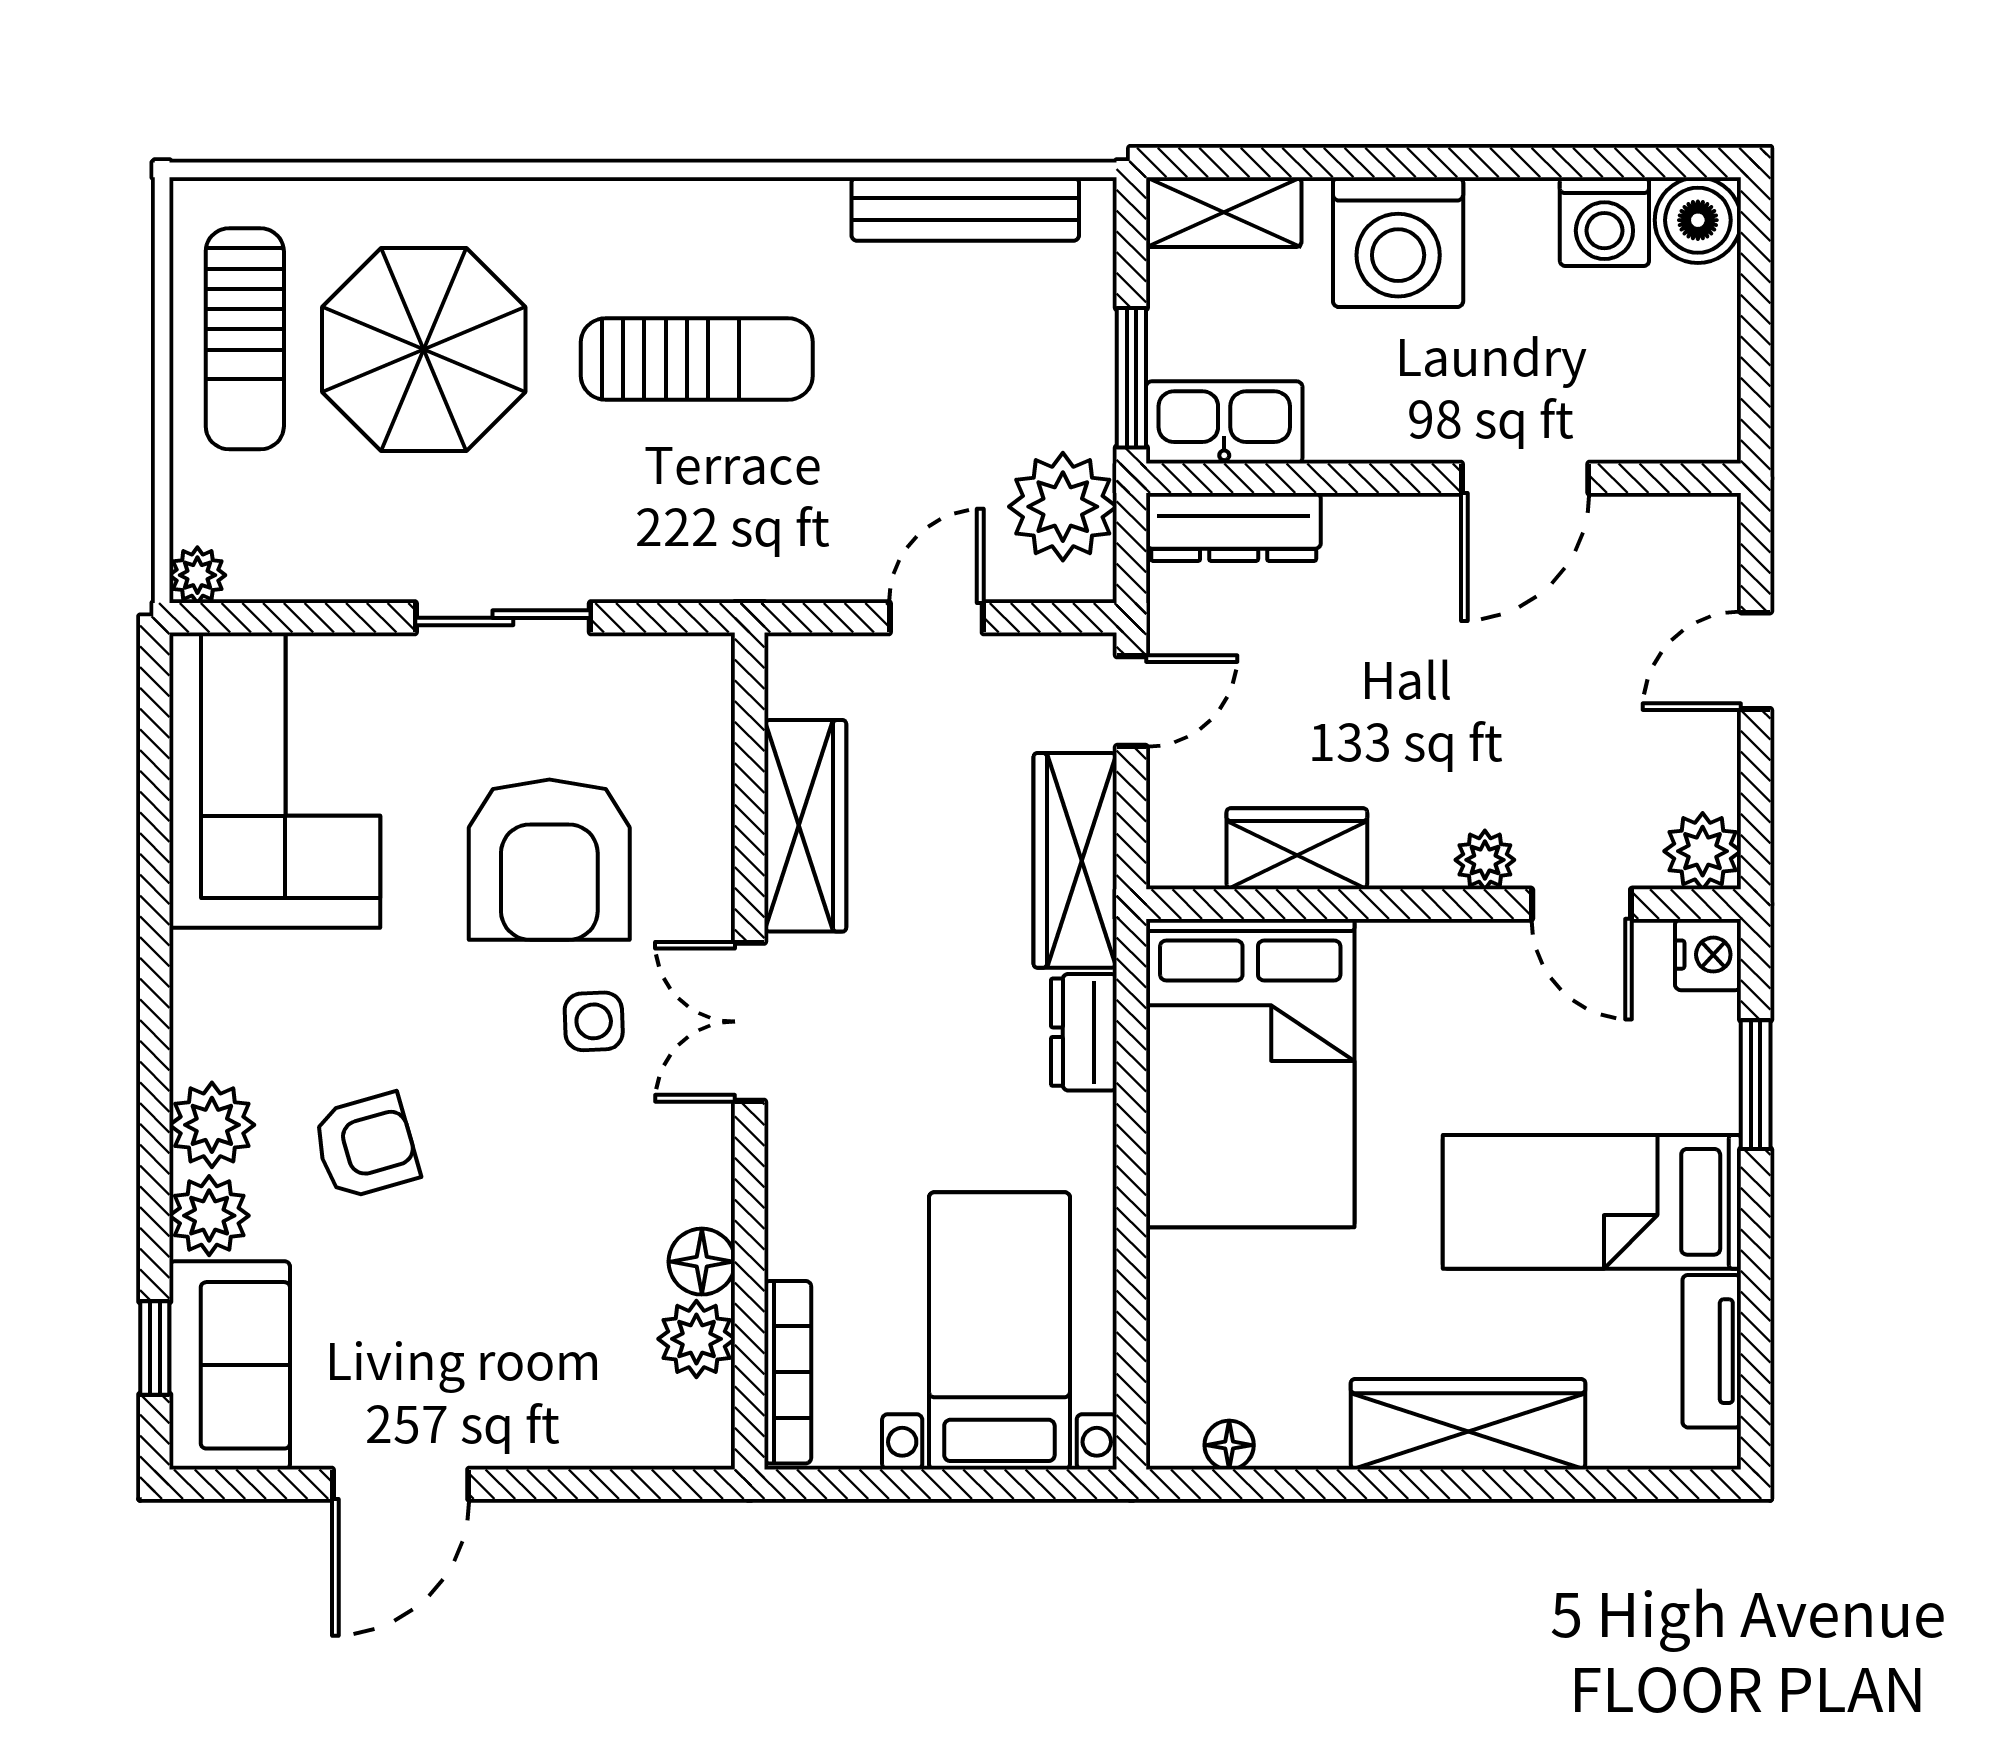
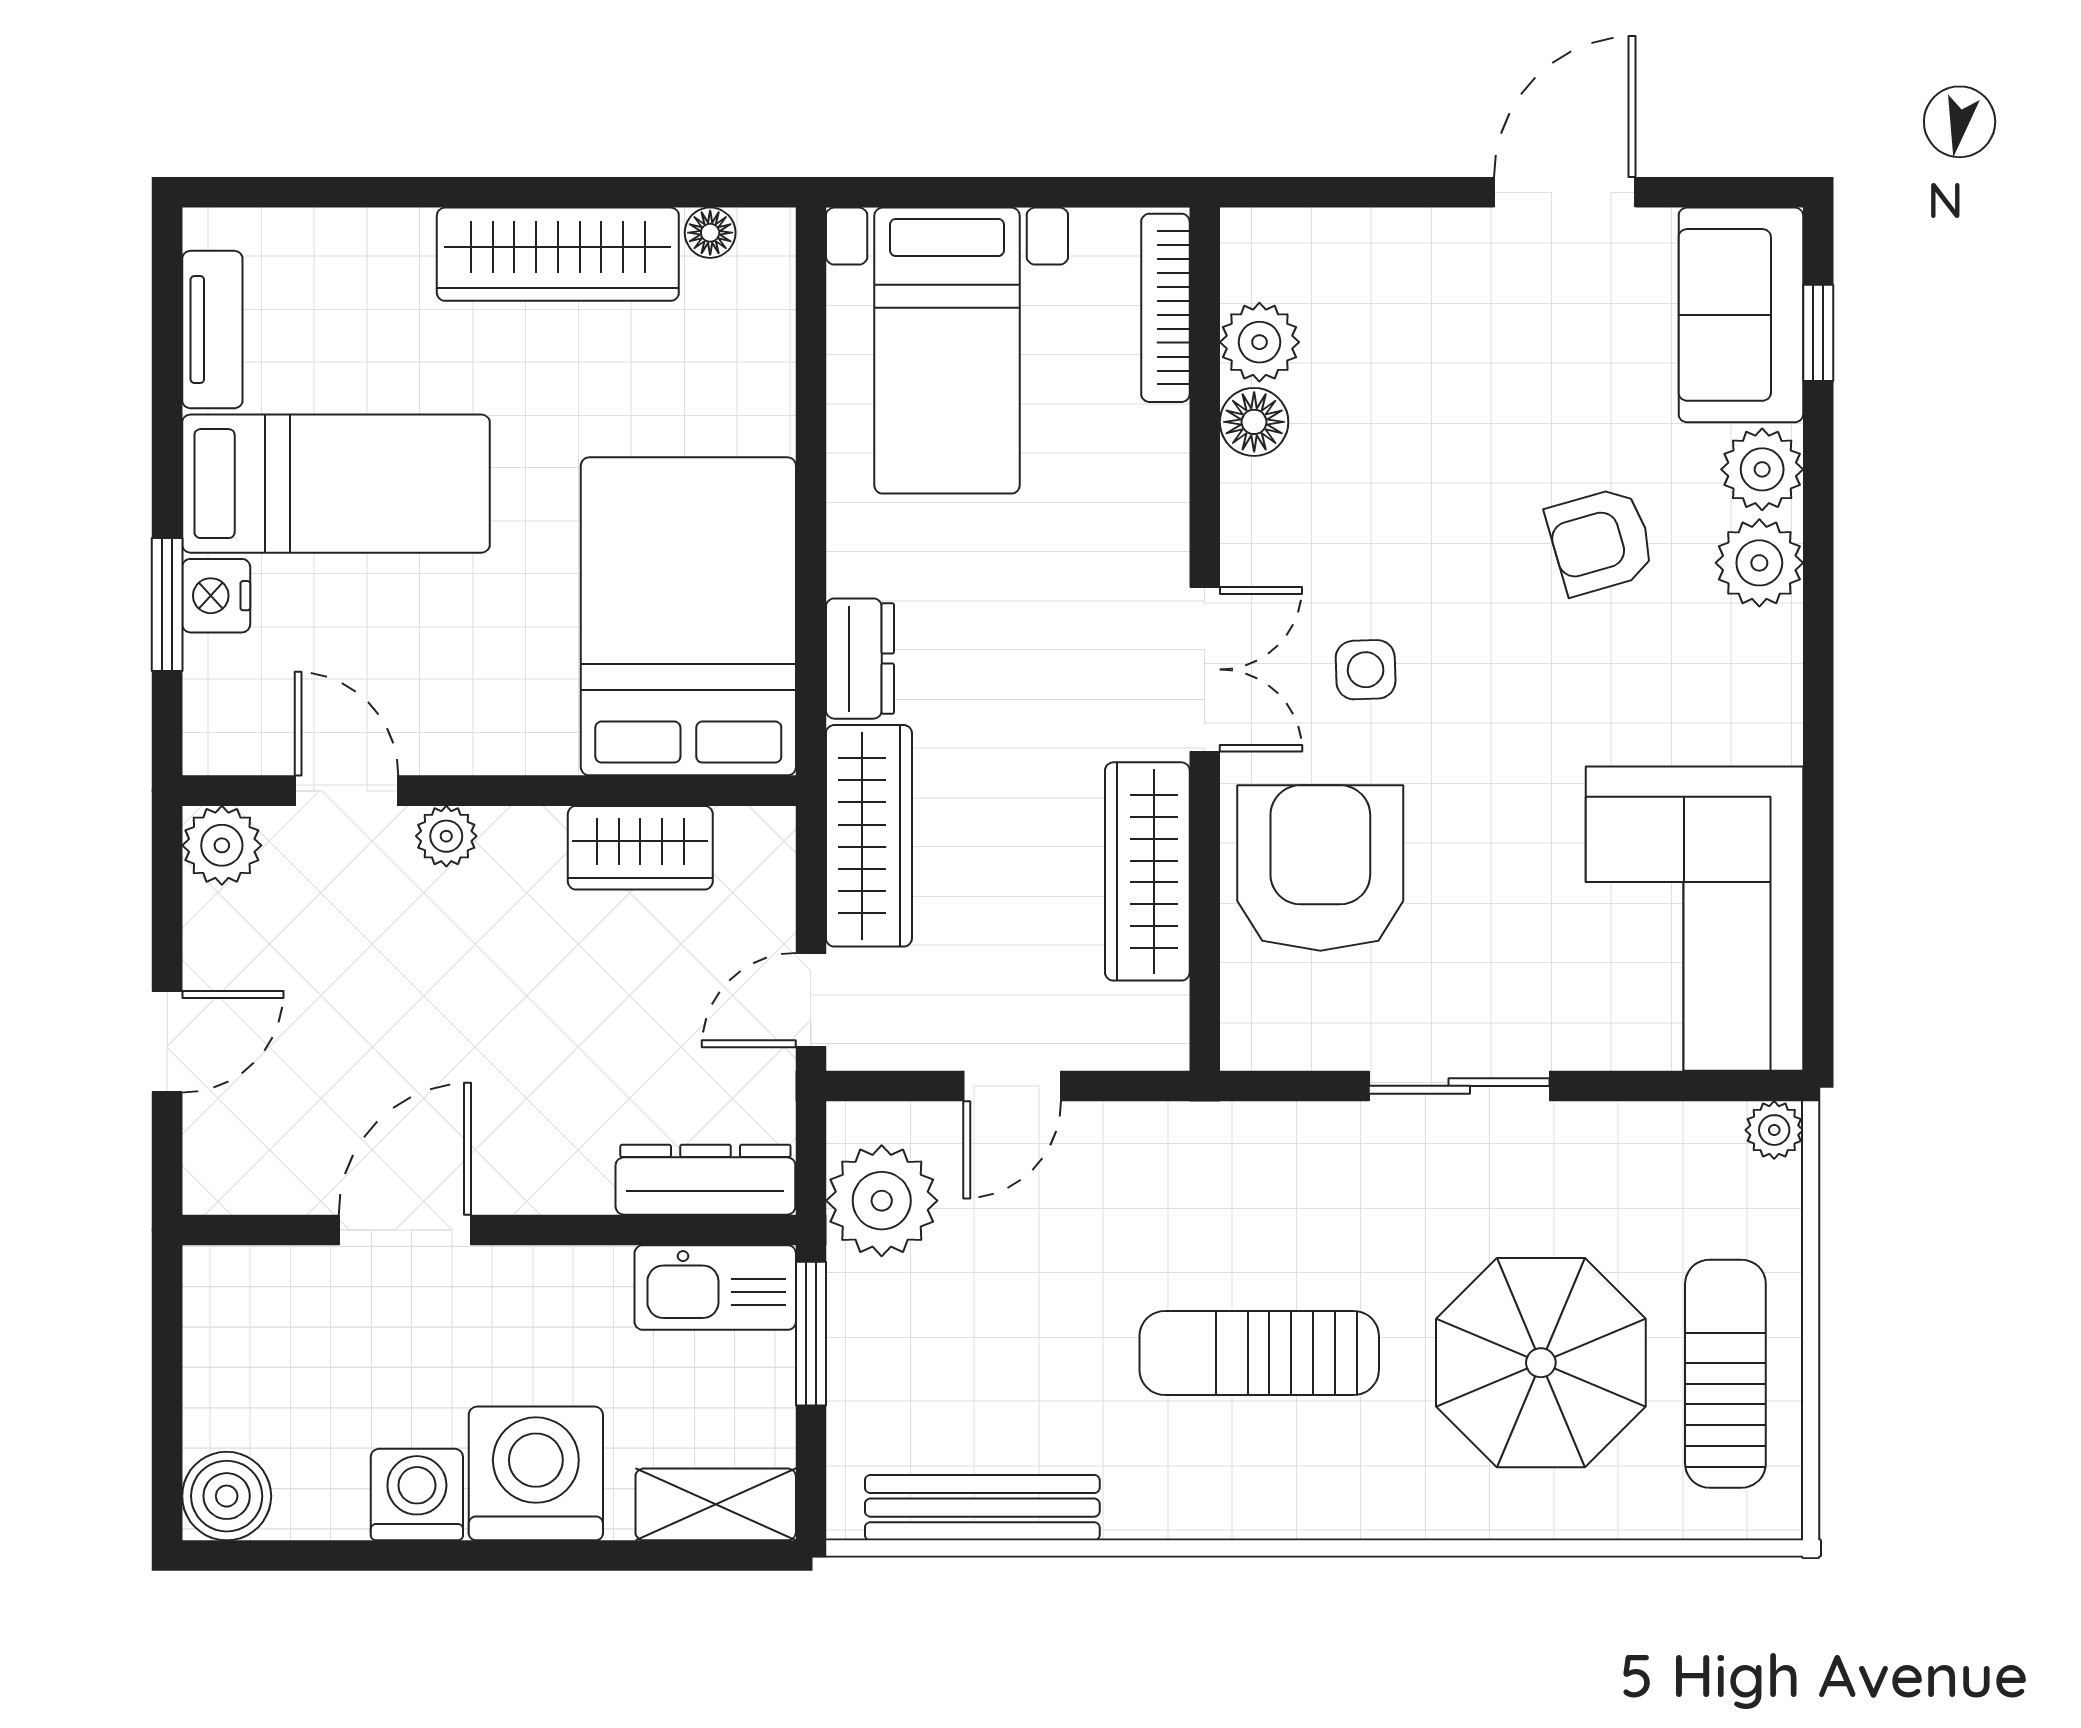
washing machine: (1604, 222) -> (417, 1495), moved
armchair: (549, 860) -> (1320, 868), moved
nightstand: (1708, 955) -> (216, 596), moved
wardrobe: (1468, 1424) -> (558, 254), moved

